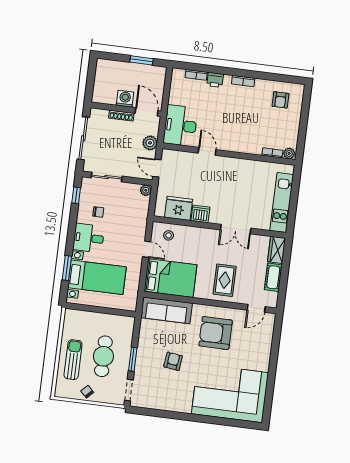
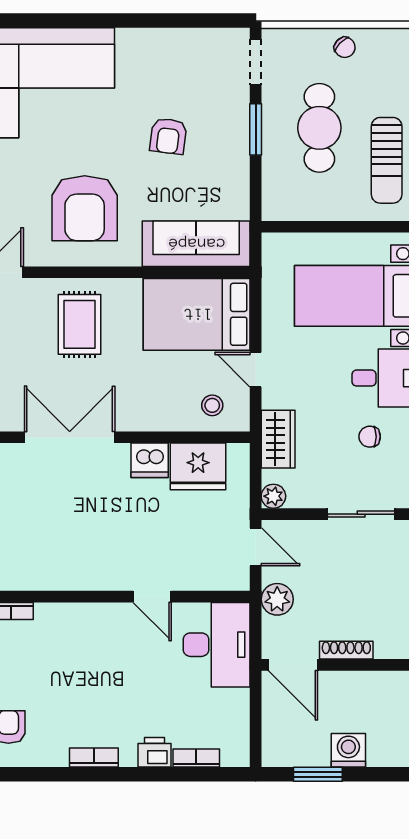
washing machine: (125, 99) -> (348, 750), moved, turned 180
wardrobe: (140, 216) -> (278, 439), added
double door: (236, 229) -> (70, 437), width x1.37
armchair: (216, 333) -> (85, 208), turned 90
sun lounger: (73, 360) -> (387, 160), moved

